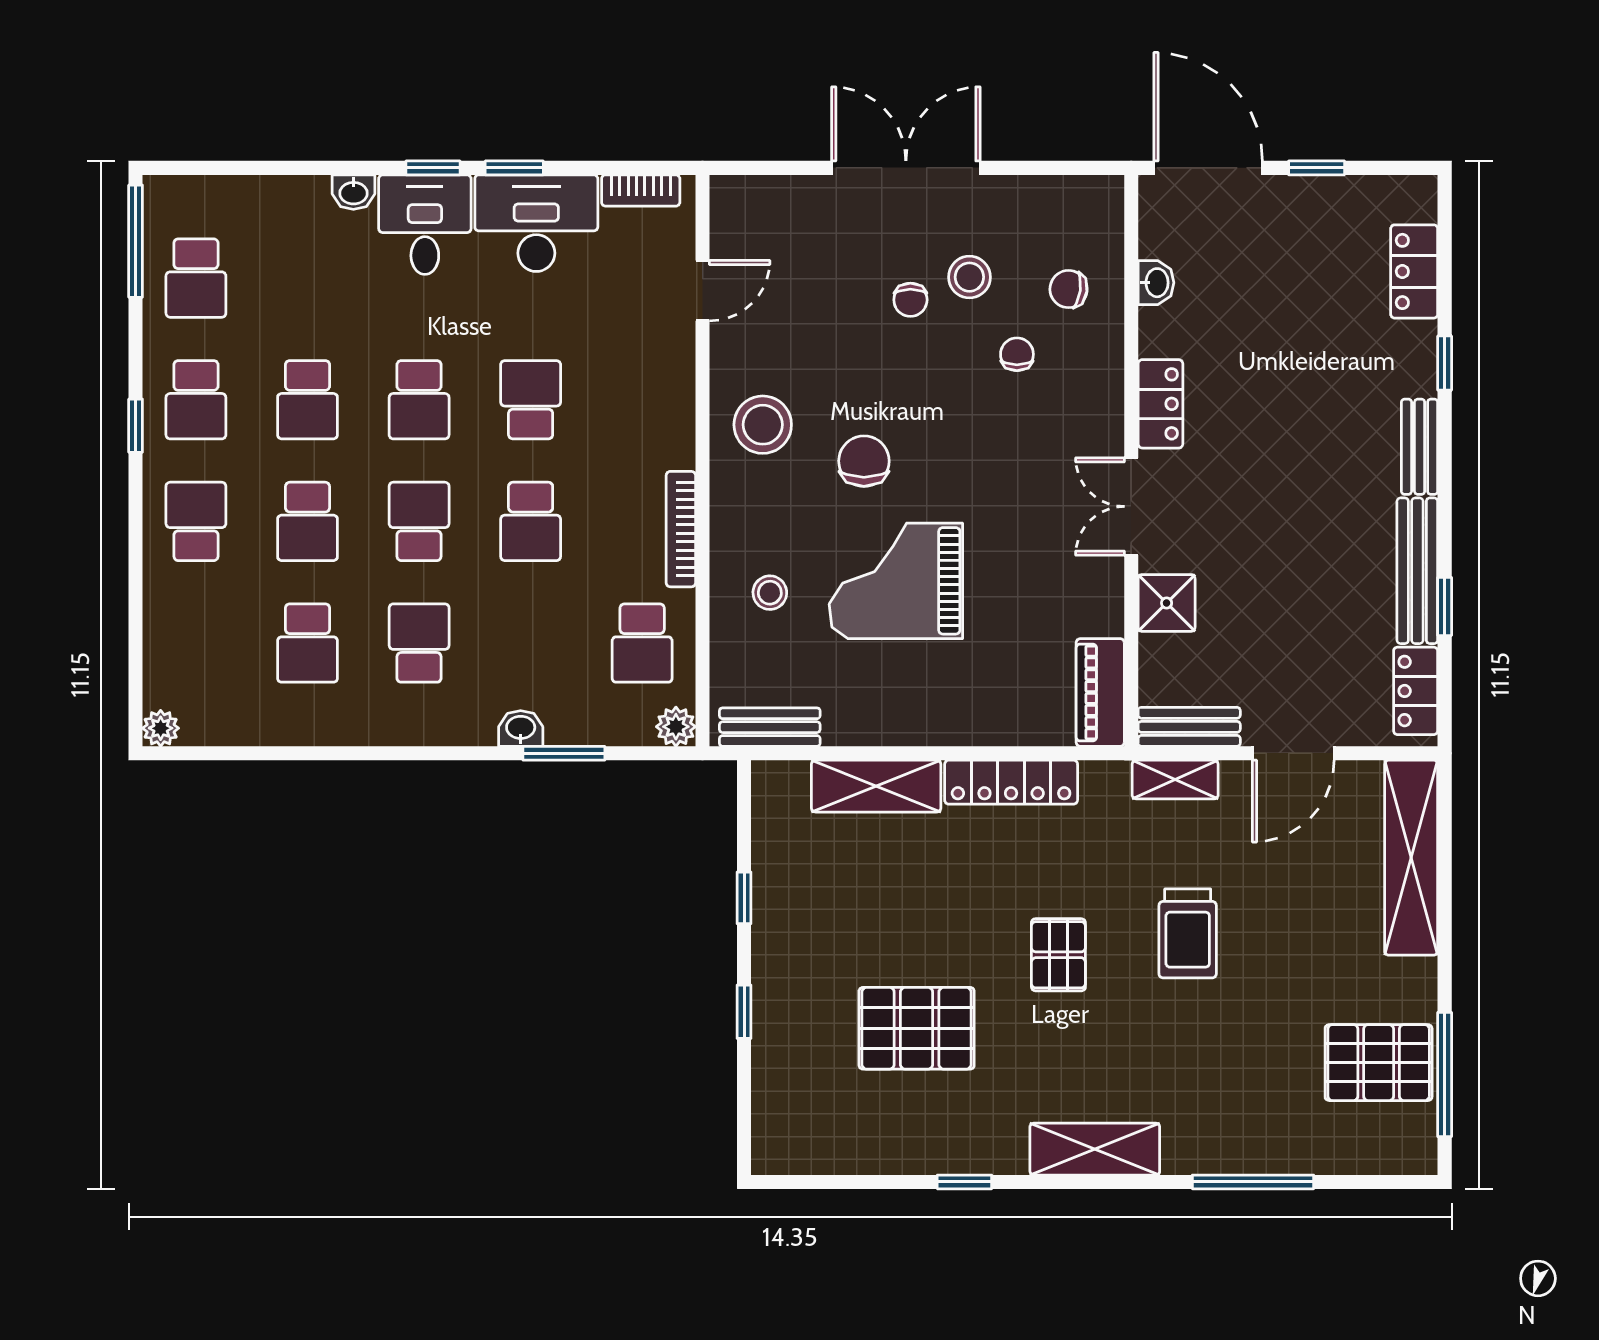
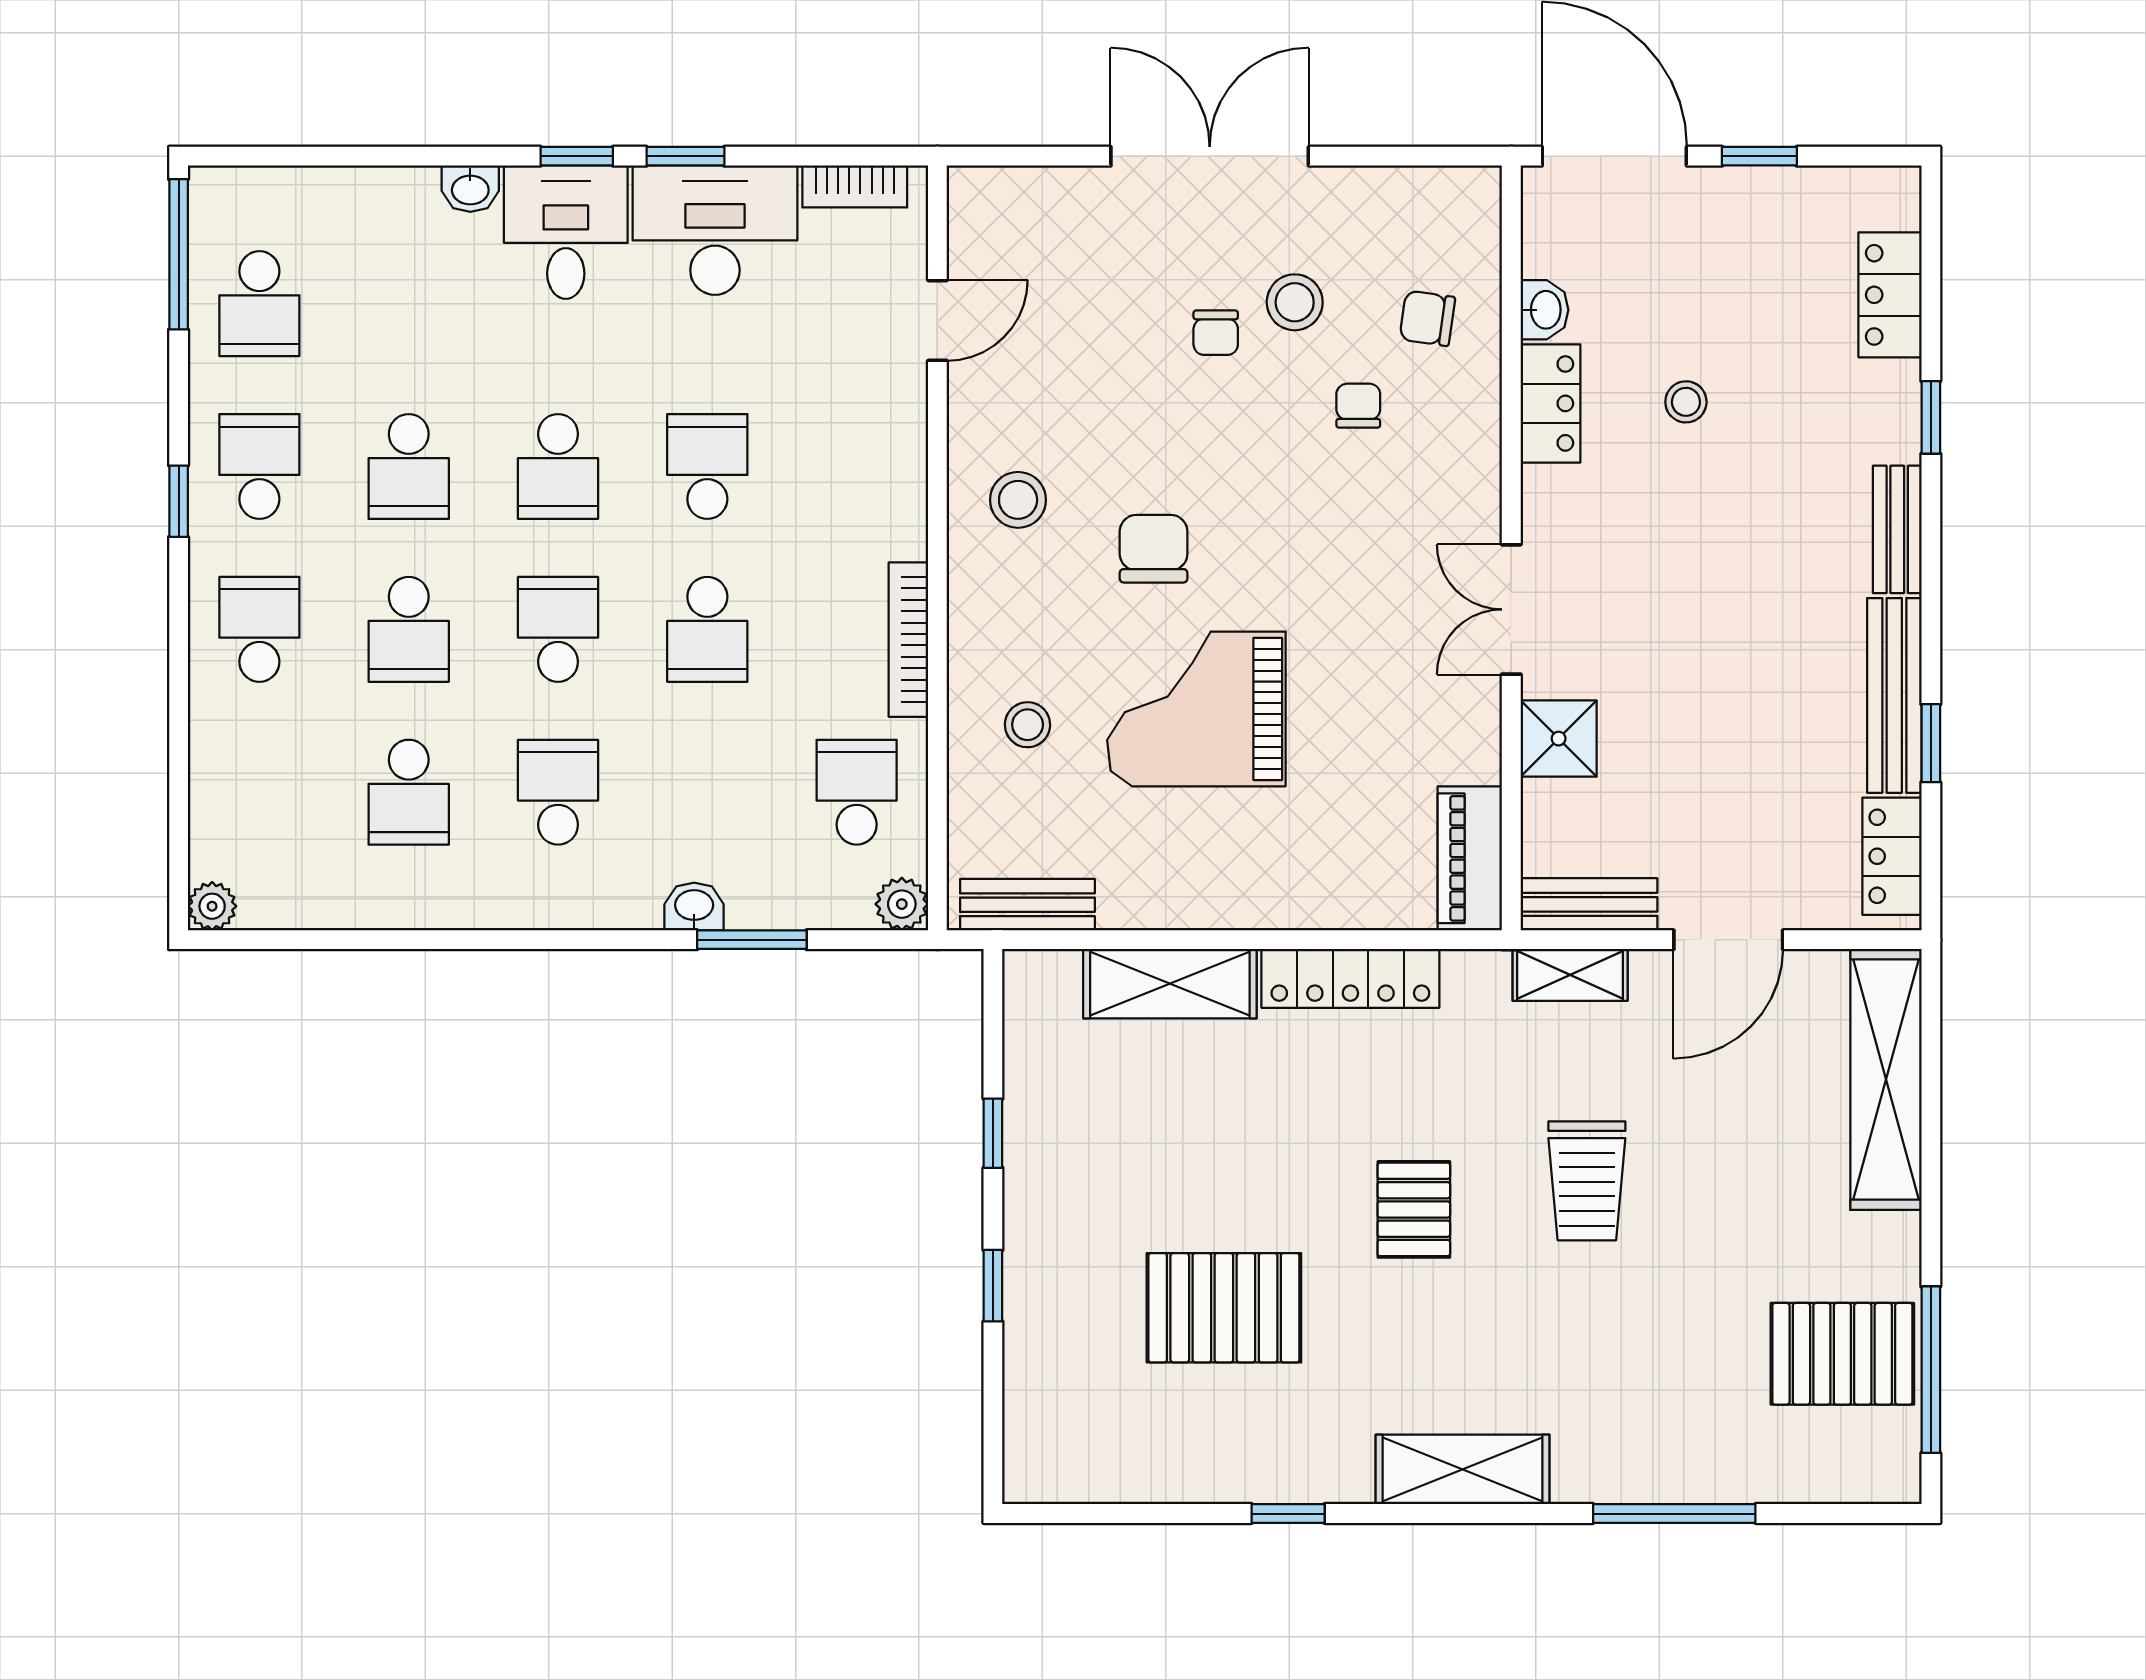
stool: (1262, 351) -> (1686, 402), added
school desk: (196, 400) -> (259, 467), turned 180
locker: (1160, 404) -> (1550, 403), moved
stool: (763, 425) -> (1018, 500), width x0.73, depth x0.73
school desk: (642, 643) -> (857, 792), turned 180

